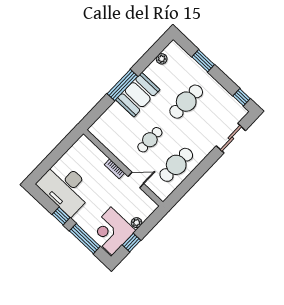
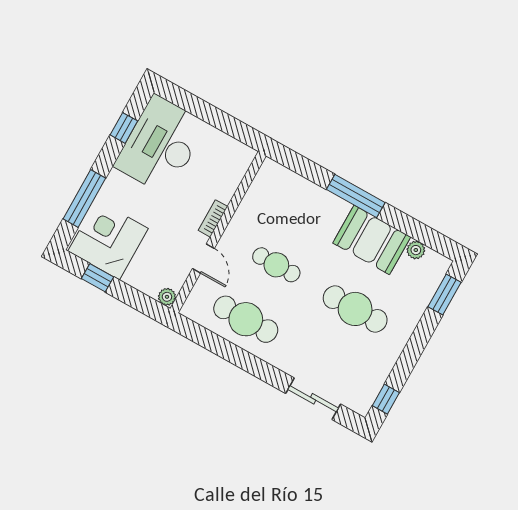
window: (203, 61) -> (444, 295), moved
booth: (138, 95) -> (372, 240), moved
window: (61, 216) -> (124, 128), moved
plant: (137, 223) -> (167, 297), moved

